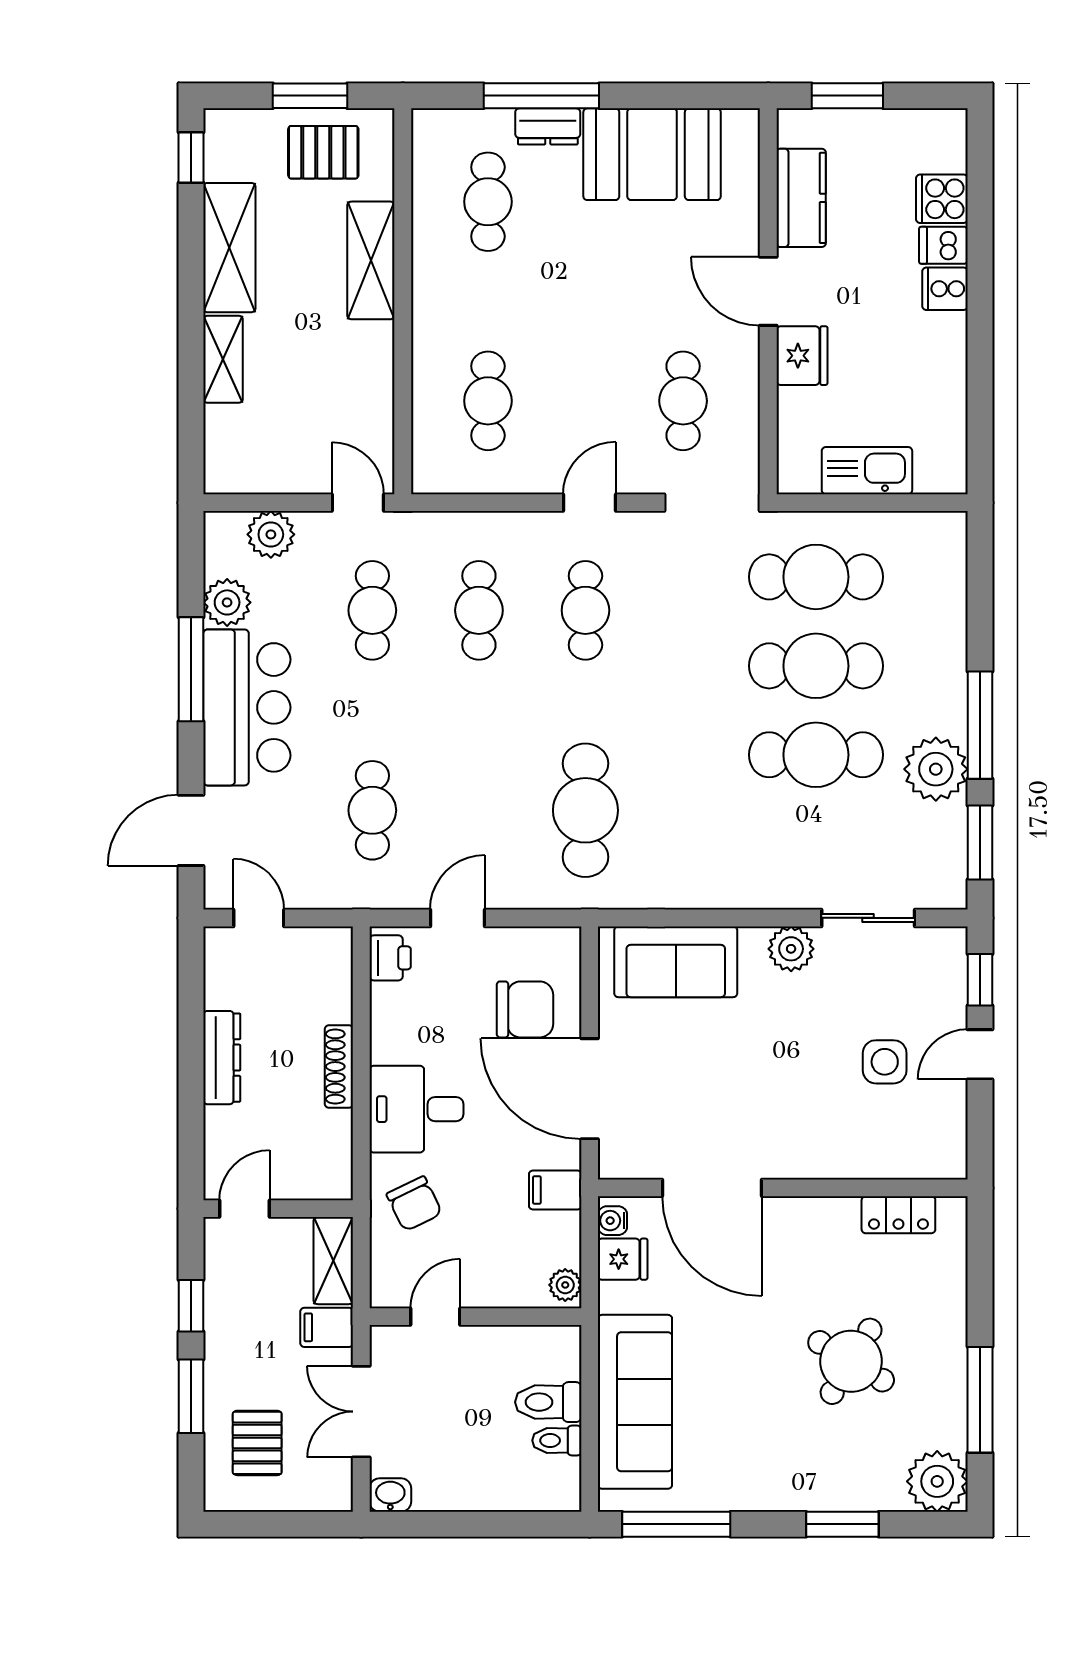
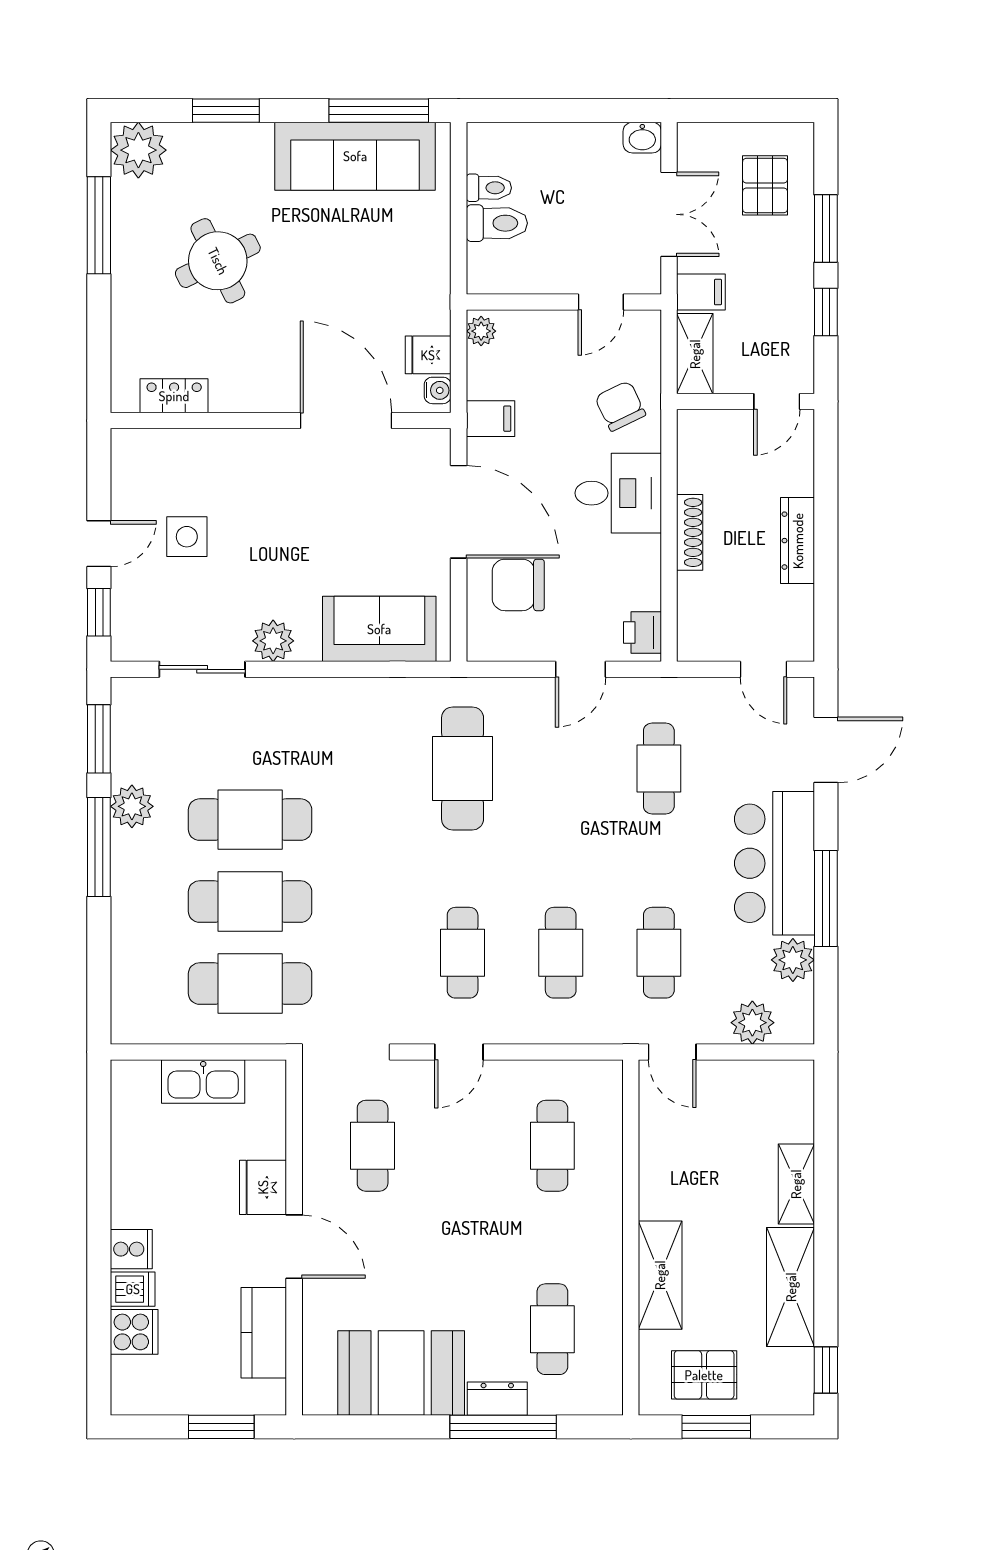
plant: (936, 769) -> (132, 806), width x0.73, depth x0.73
round table: (851, 1361) -> (218, 261), turned 33
sofa: (635, 1402) -> (355, 156), moved, turned -90

